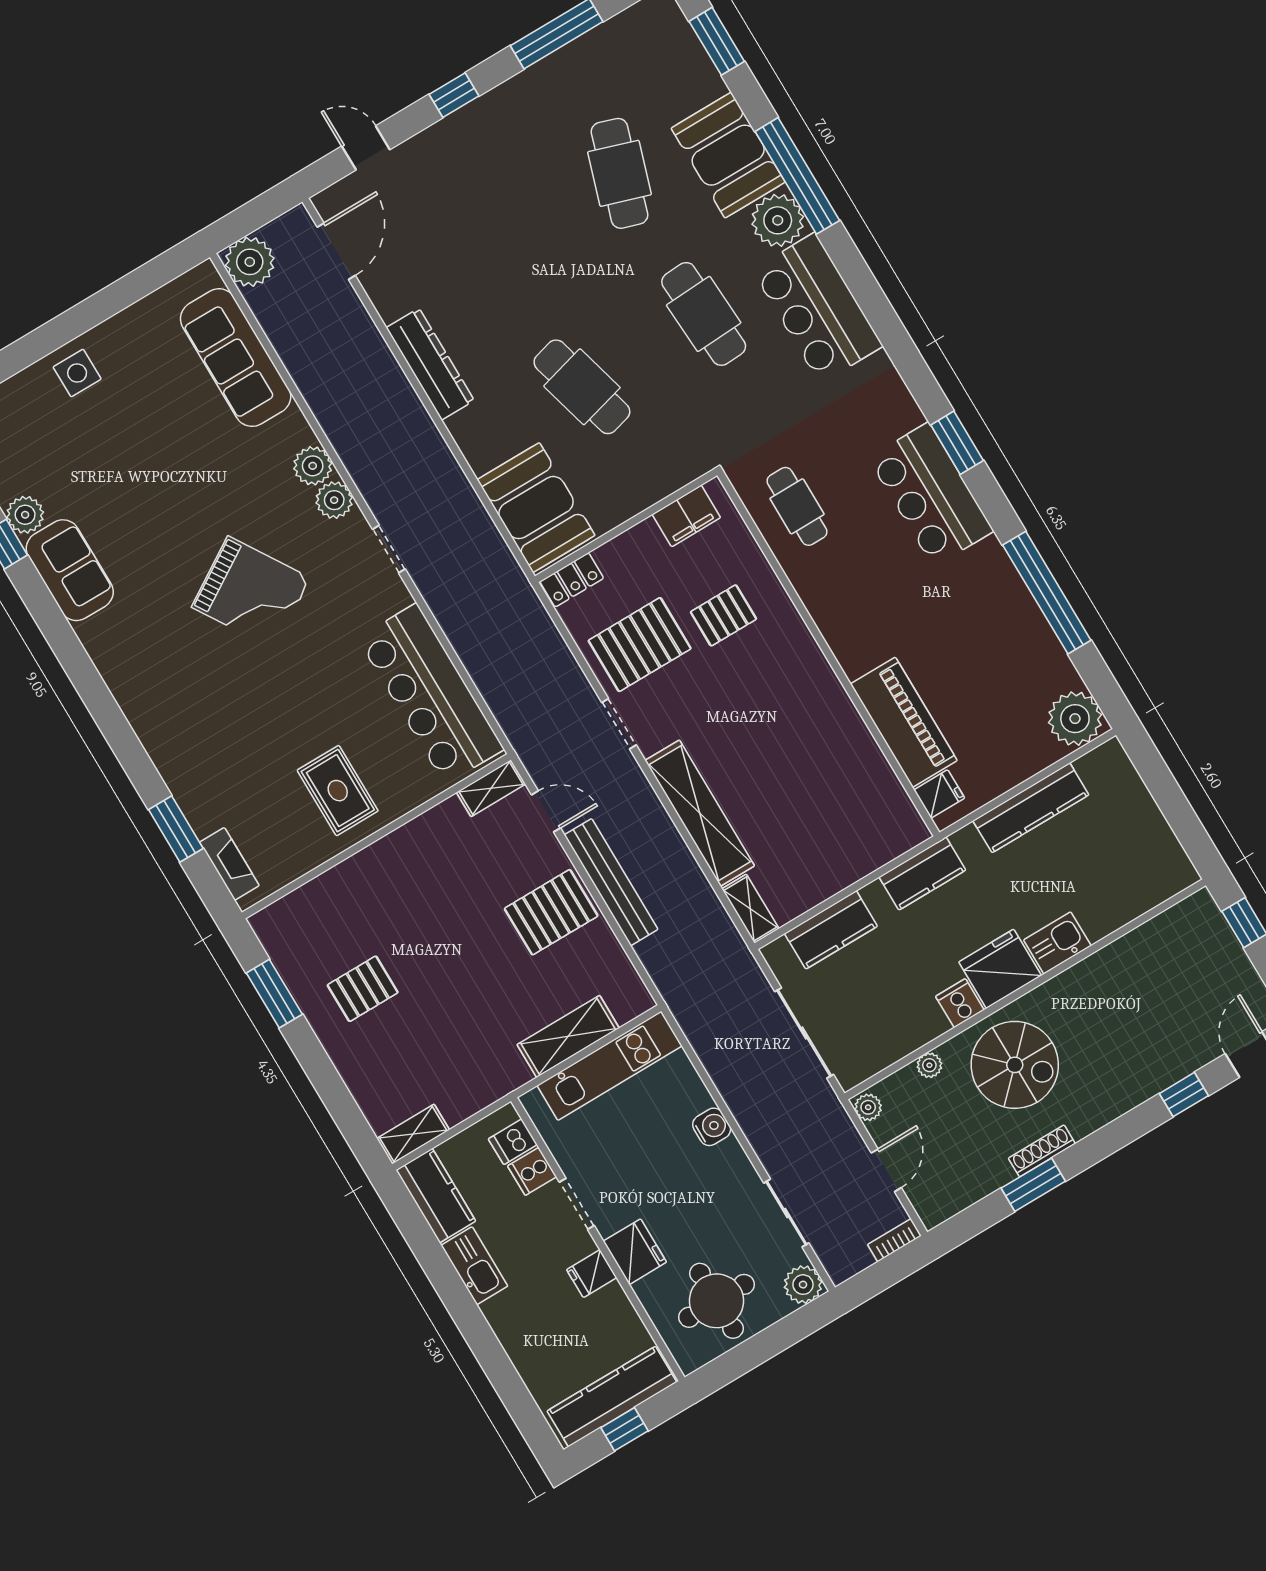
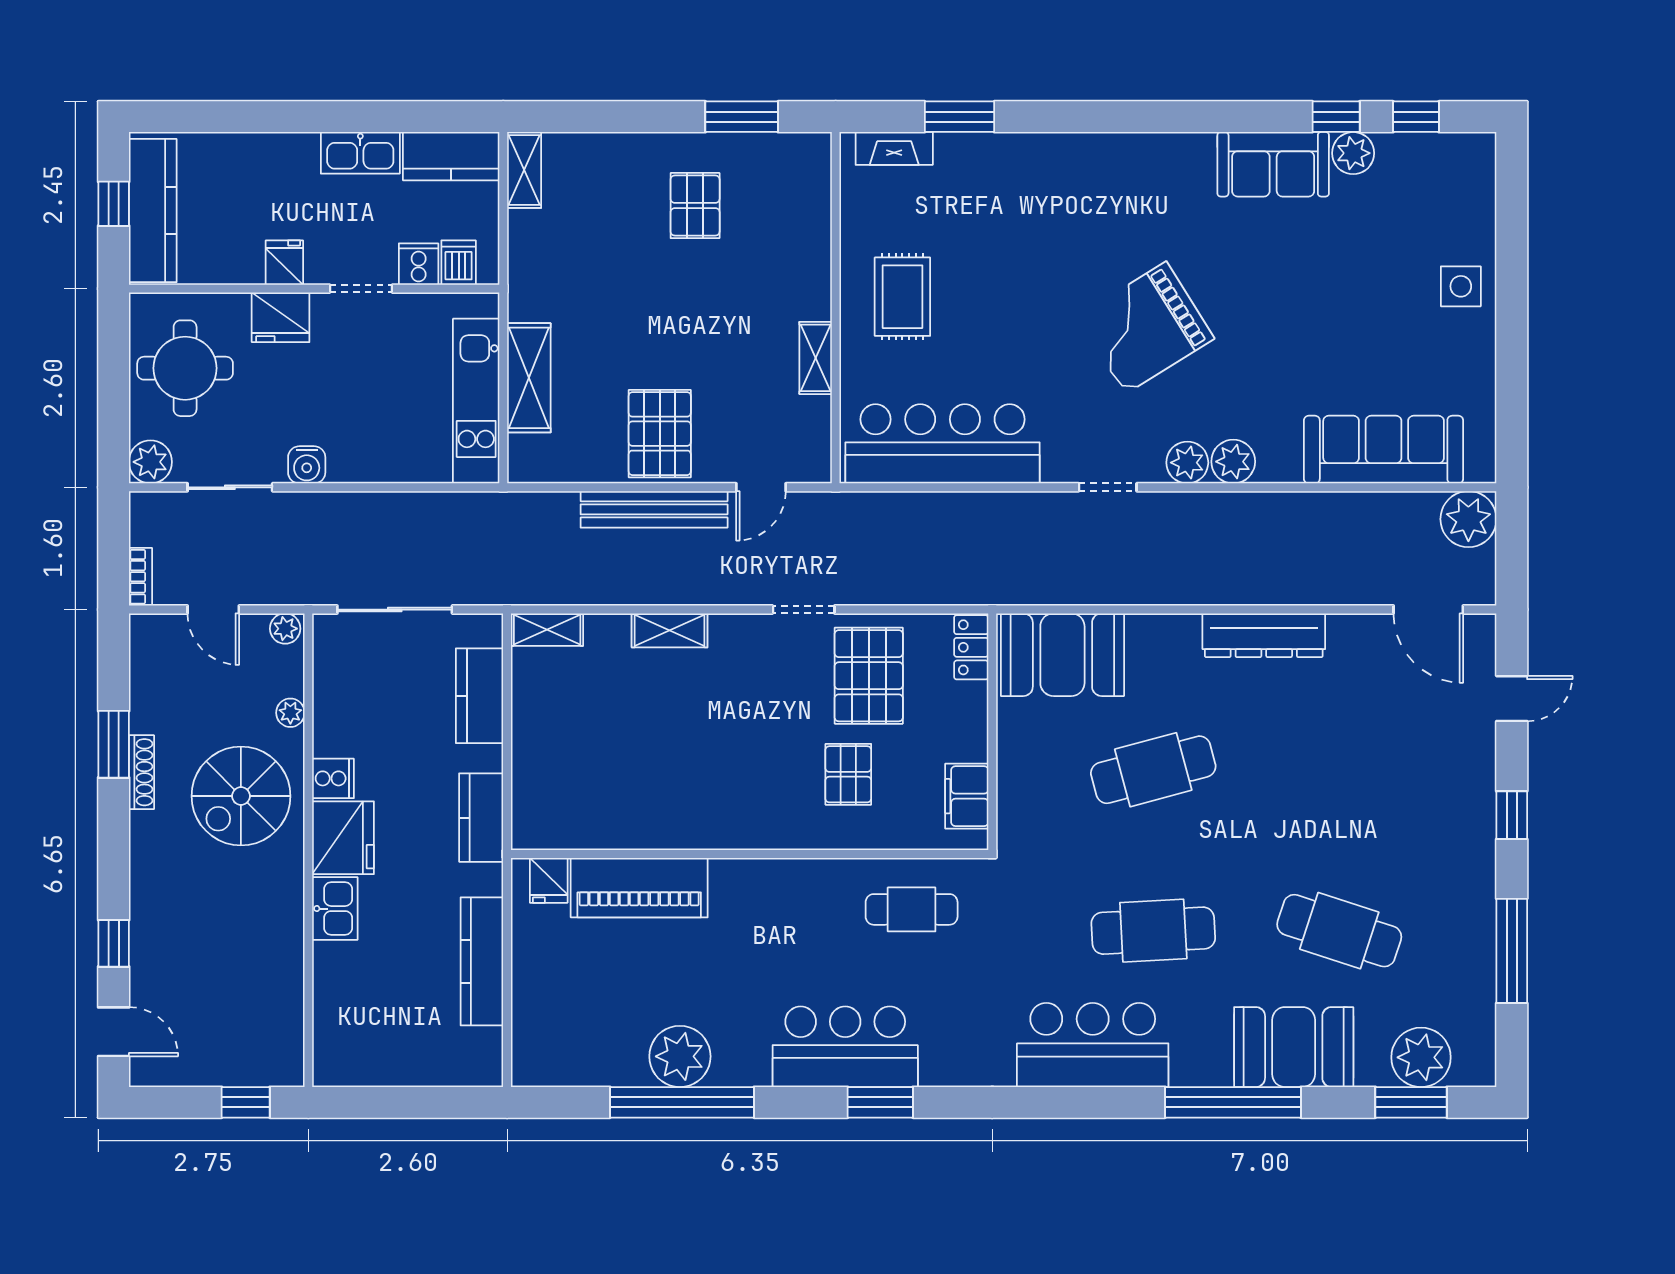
plant: (778, 220) -> (1421, 1057), moved
plant: (1075, 719) -> (680, 1056), moved
shelving: (491, 788) -> (816, 358), moved
rug: (338, 791) -> (902, 297), turned 90
shelving: (700, 813) -> (670, 630), width x0.45, depth x0.75
water cooler: (712, 1127) -> (307, 465), moved

